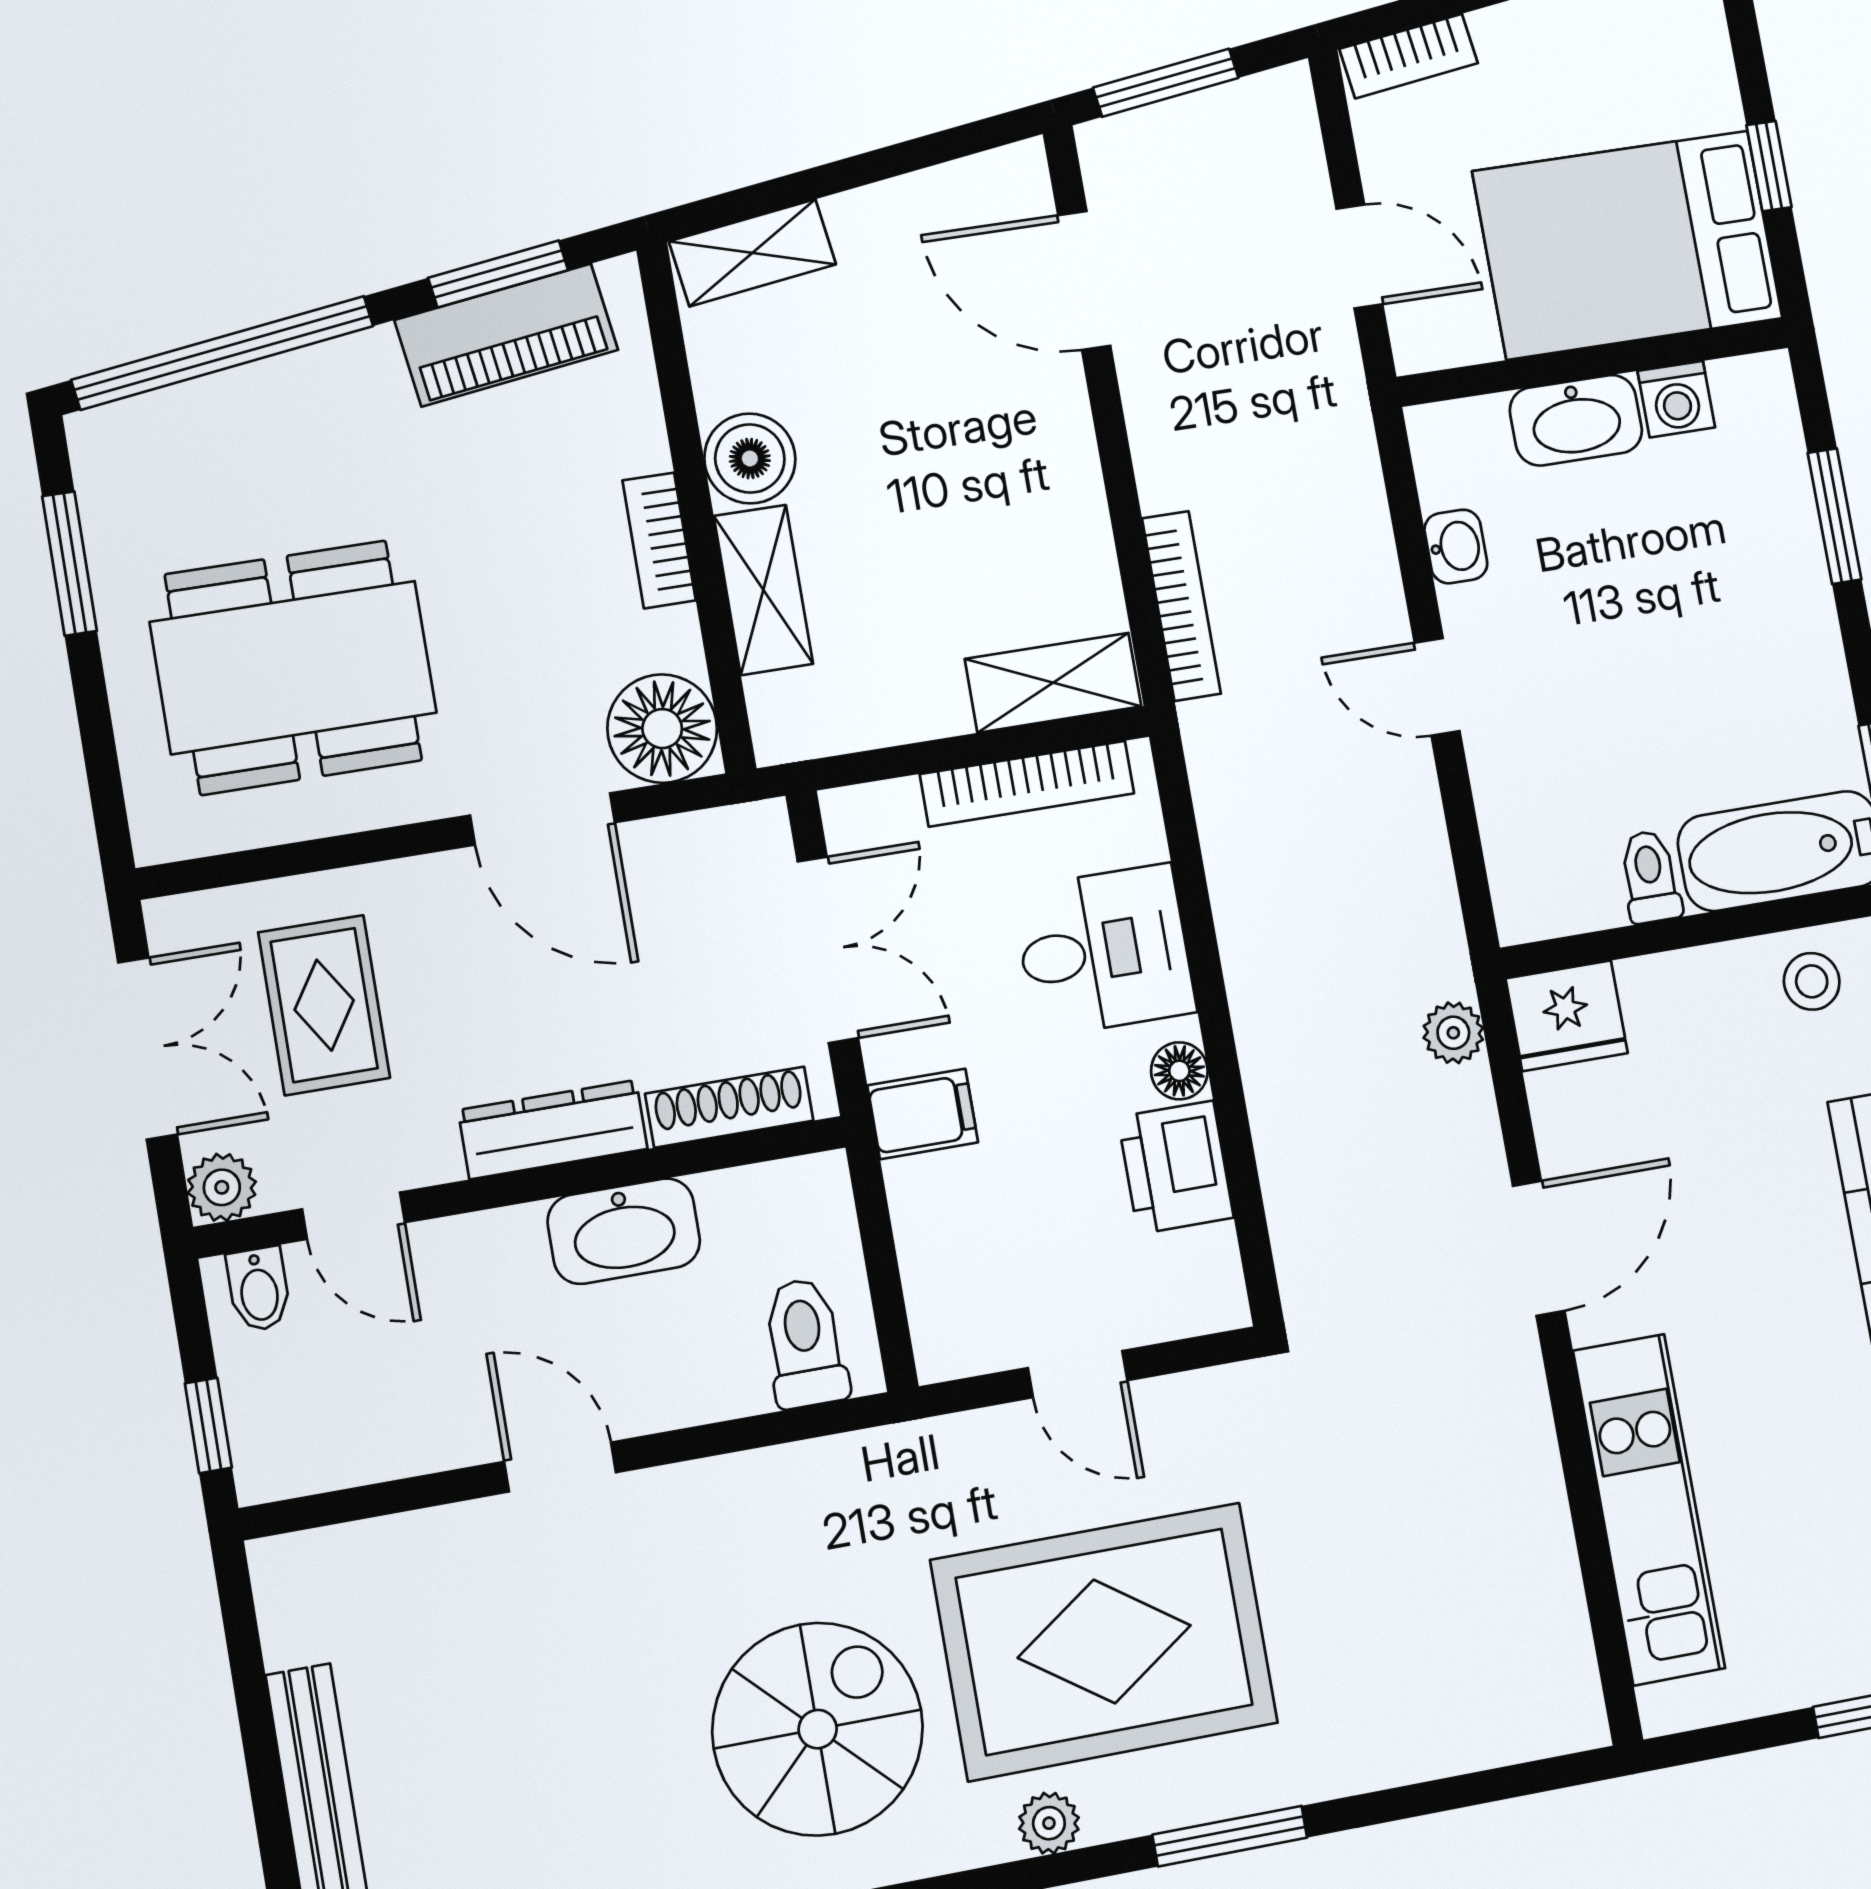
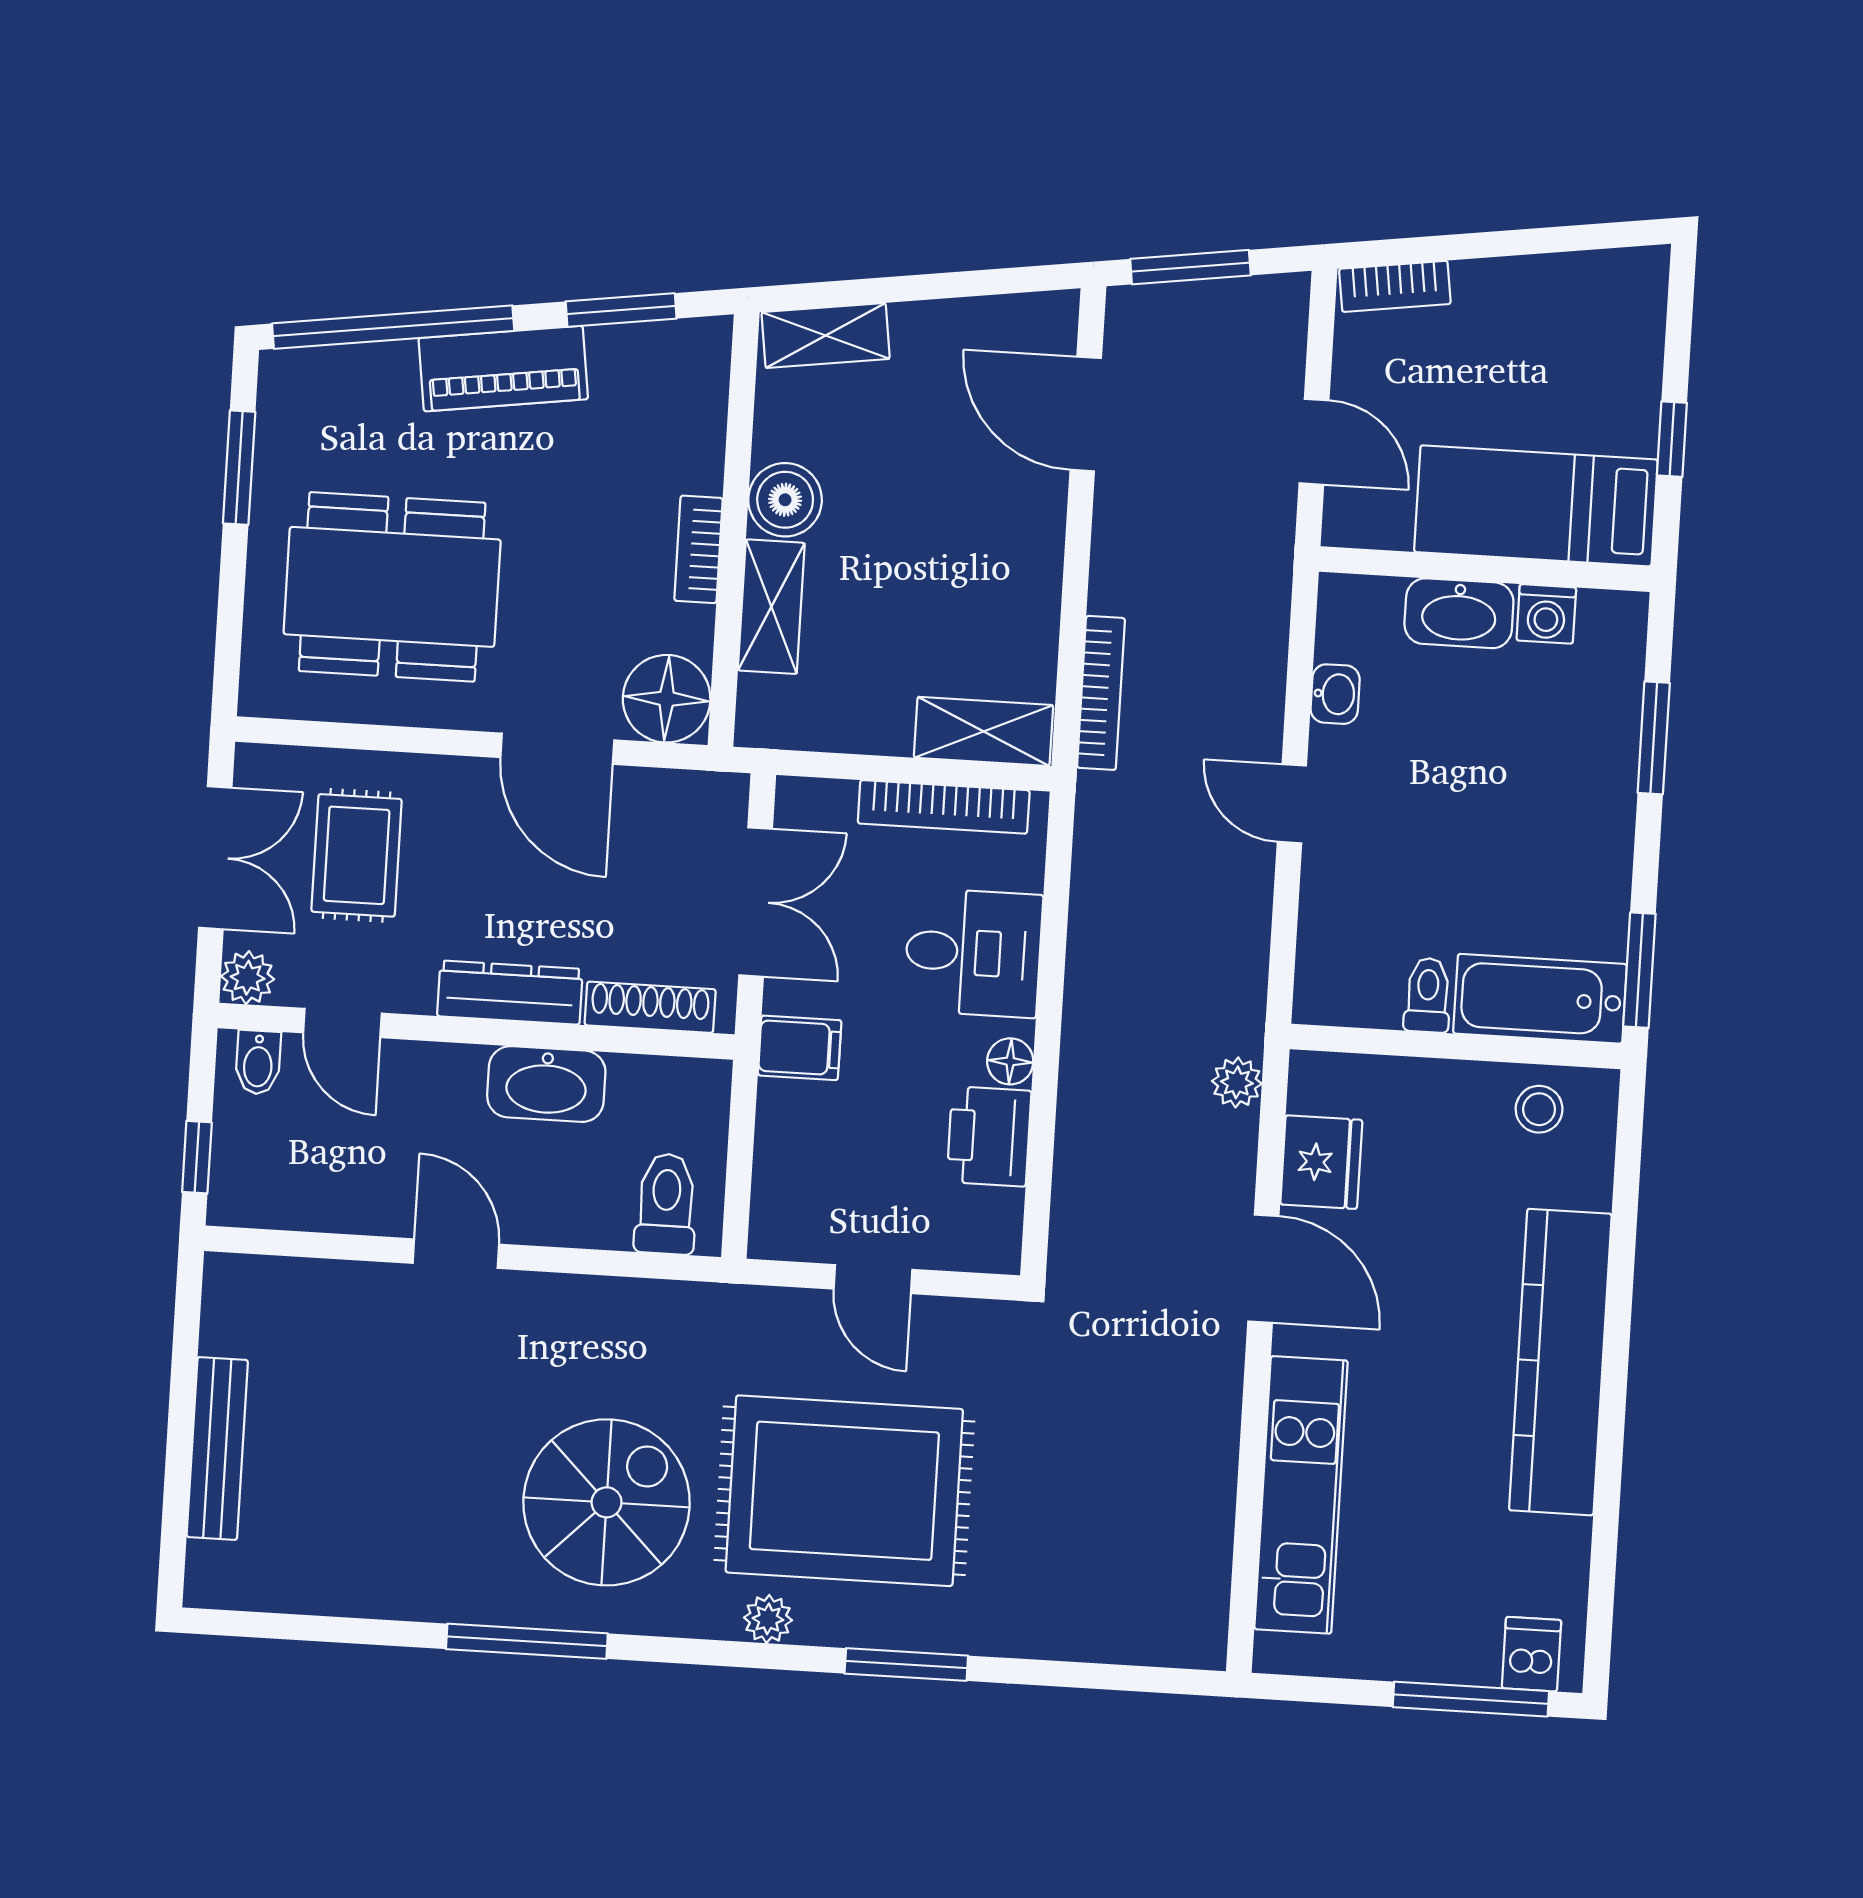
bed: (1628, 245) -> (1536, 506), width x0.67
piano: (506, 335) -> (503, 369), moved
fridge: (1567, 1016) -> (1321, 1162), moved, turned -90
door: (1539, 1248) -> (1263, 1269), hinge flipped

